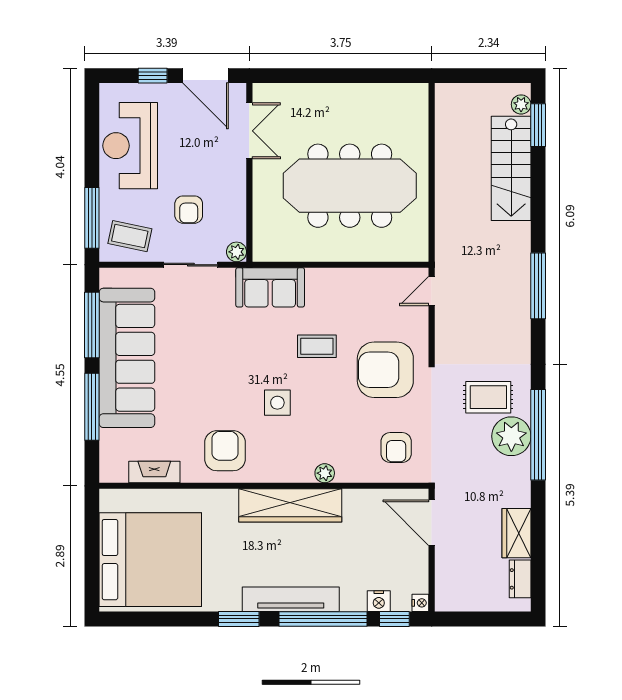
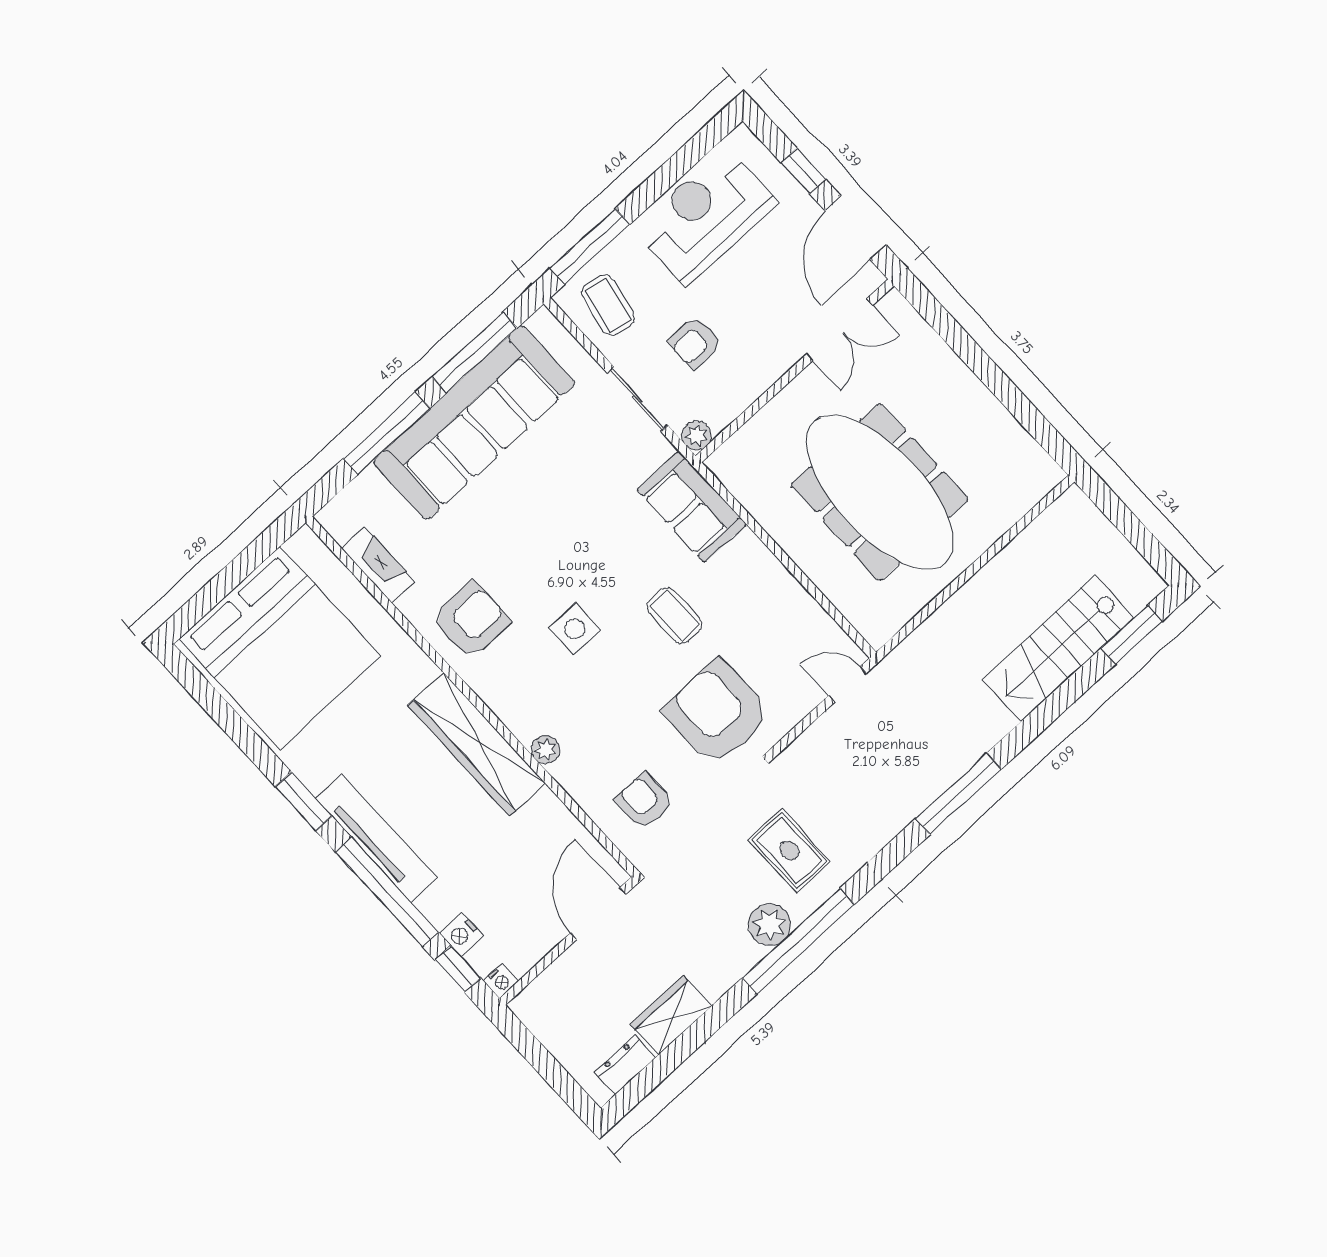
plant: (521, 104) -> (1137, 596), removed
plant: (511, 436) -> (770, 925), width x0.73, depth x0.73
armchair: (396, 448) -> (644, 801), turned 90

